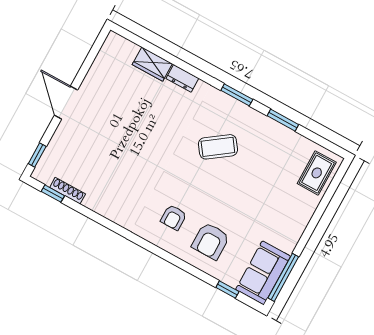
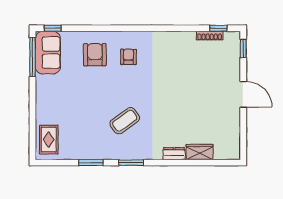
window: (227, 290) -> (53, 28), moved

